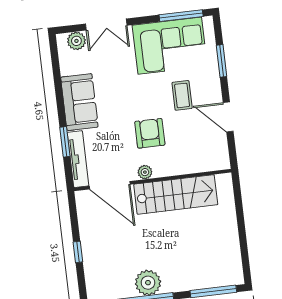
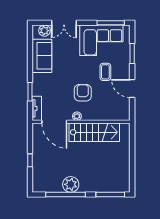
sofa: (79, 102) -> (42, 56), moved
tv unit: (78, 159) -> (37, 108), width x0.71

